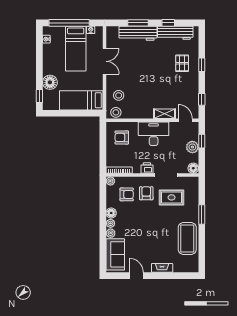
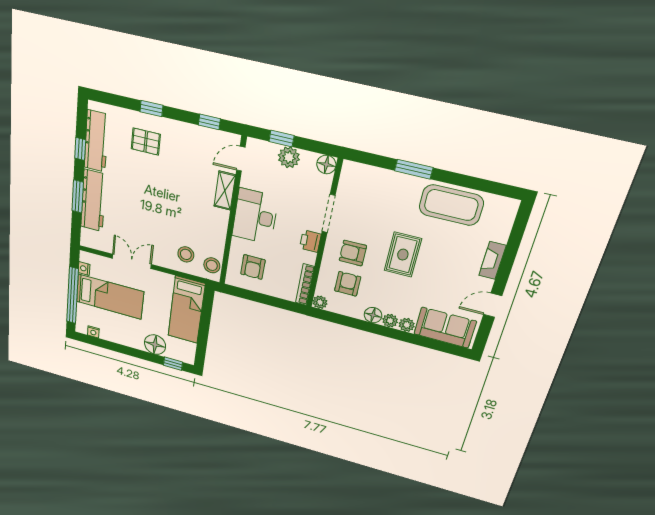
rug: (172, 197) -> (403, 255), moved

